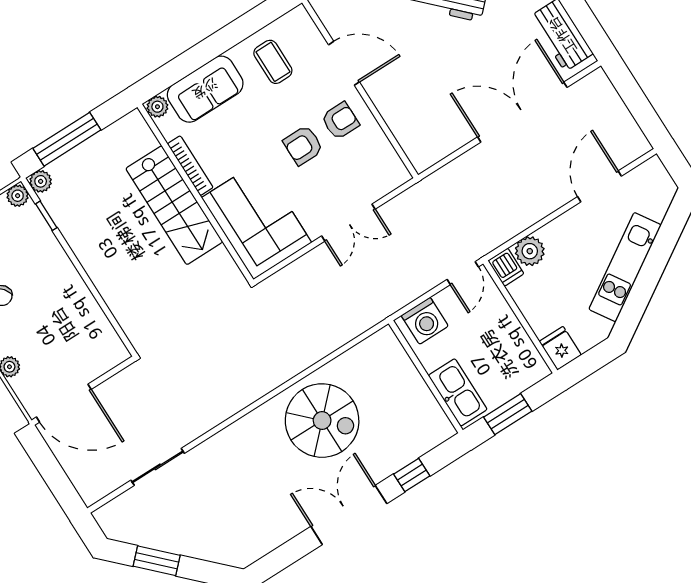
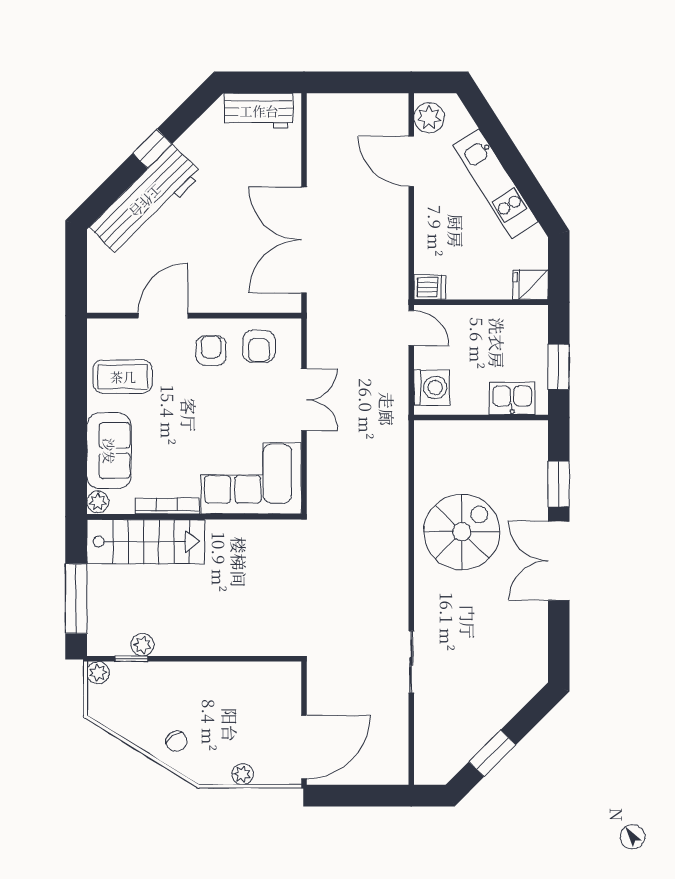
coffee table: (273, 62) -> (123, 377), width x1.36, depth x1.30
double door: (522, 112) -> (304, 240), moved
armchair: (303, 145) -> (259, 346), moved
plant: (41, 181) -> (143, 645), moved
stairs: (174, 205) -> (146, 542), moved
plant: (530, 251) -> (429, 118), moved
kitchen sink: (458, 392) -> (512, 398), width x0.73
sliding door: (158, 467) -> (411, 662), moved
window: (412, 475) -> (559, 484), width x1.50

